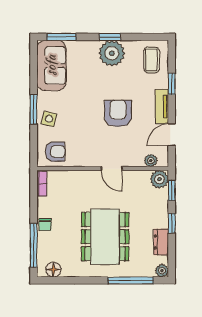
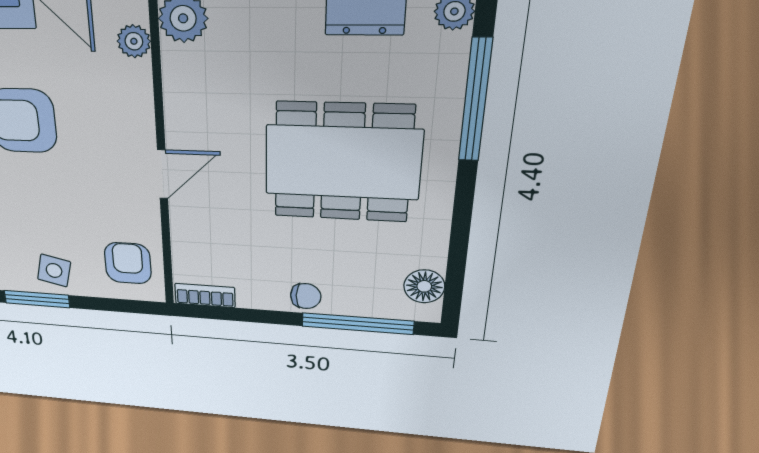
door: (112, 169) -> (163, 174), moved

